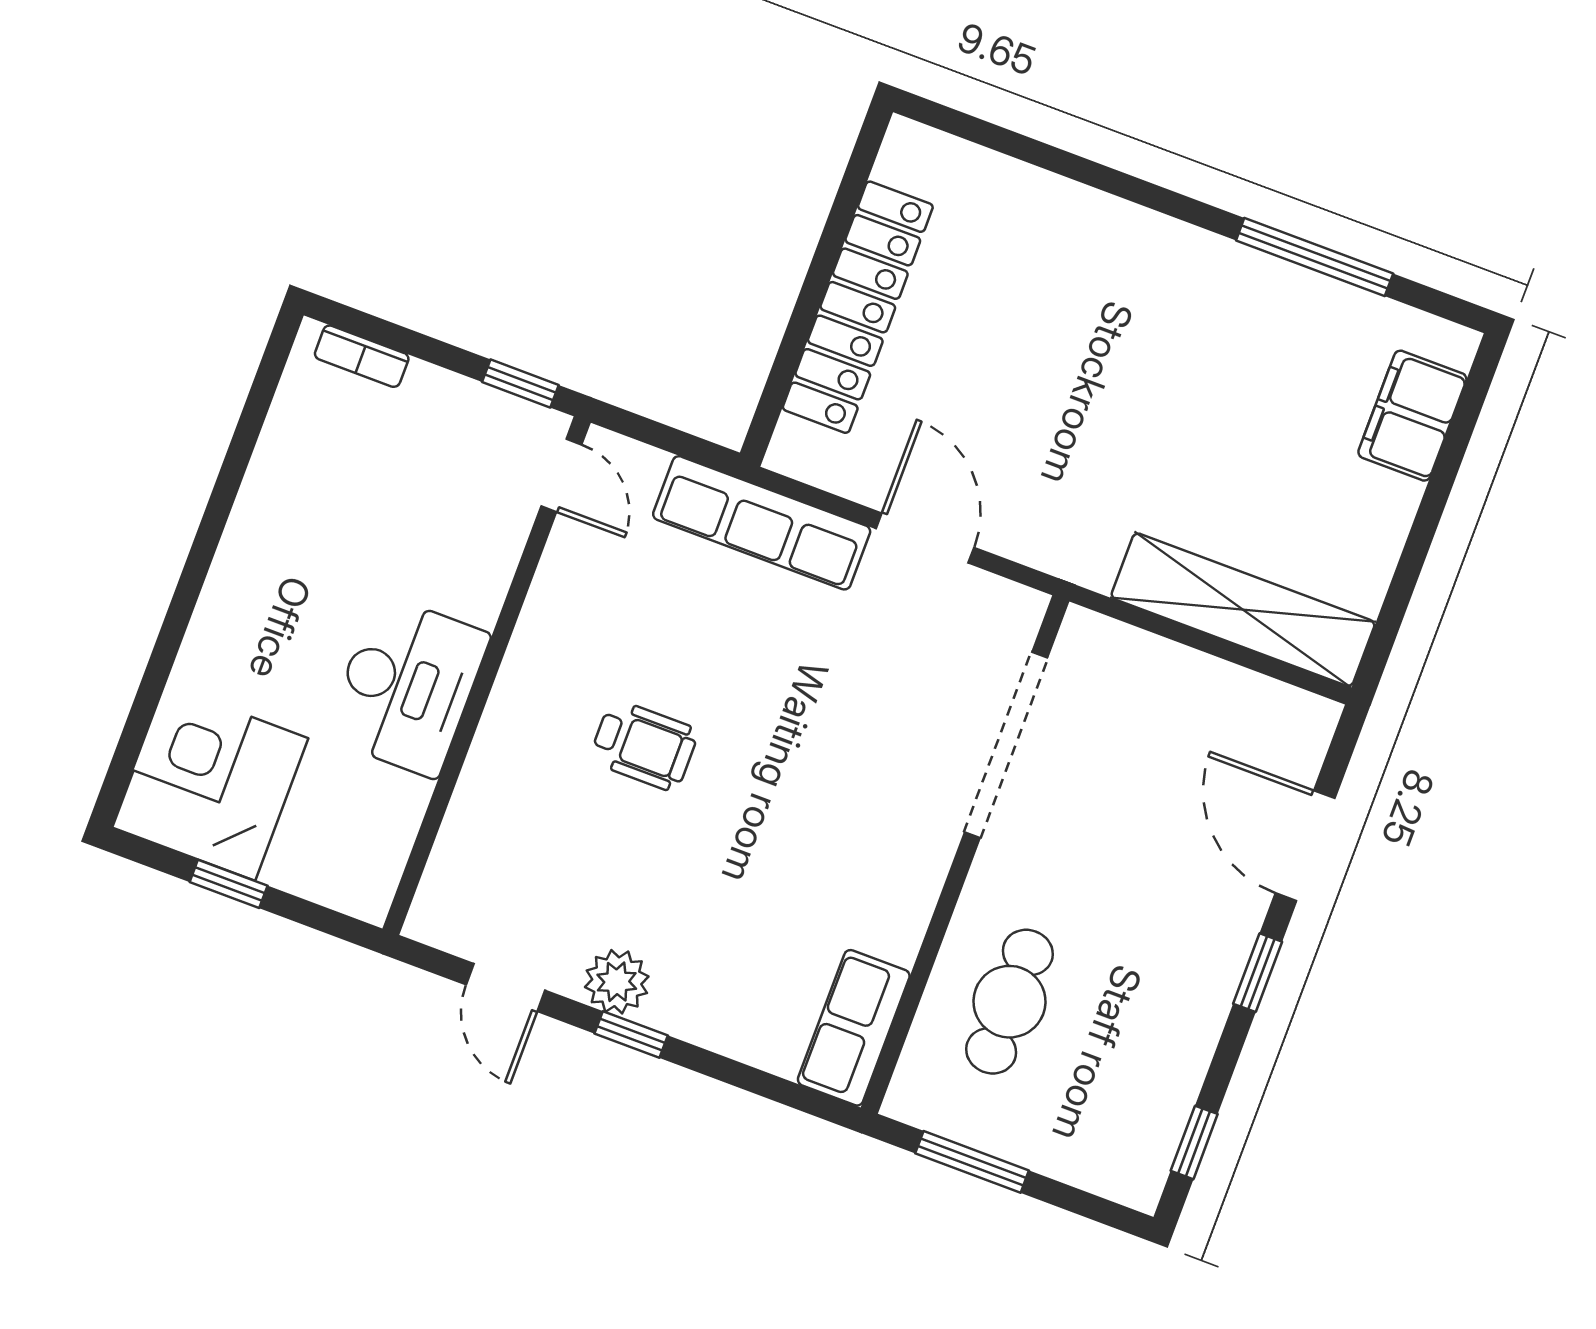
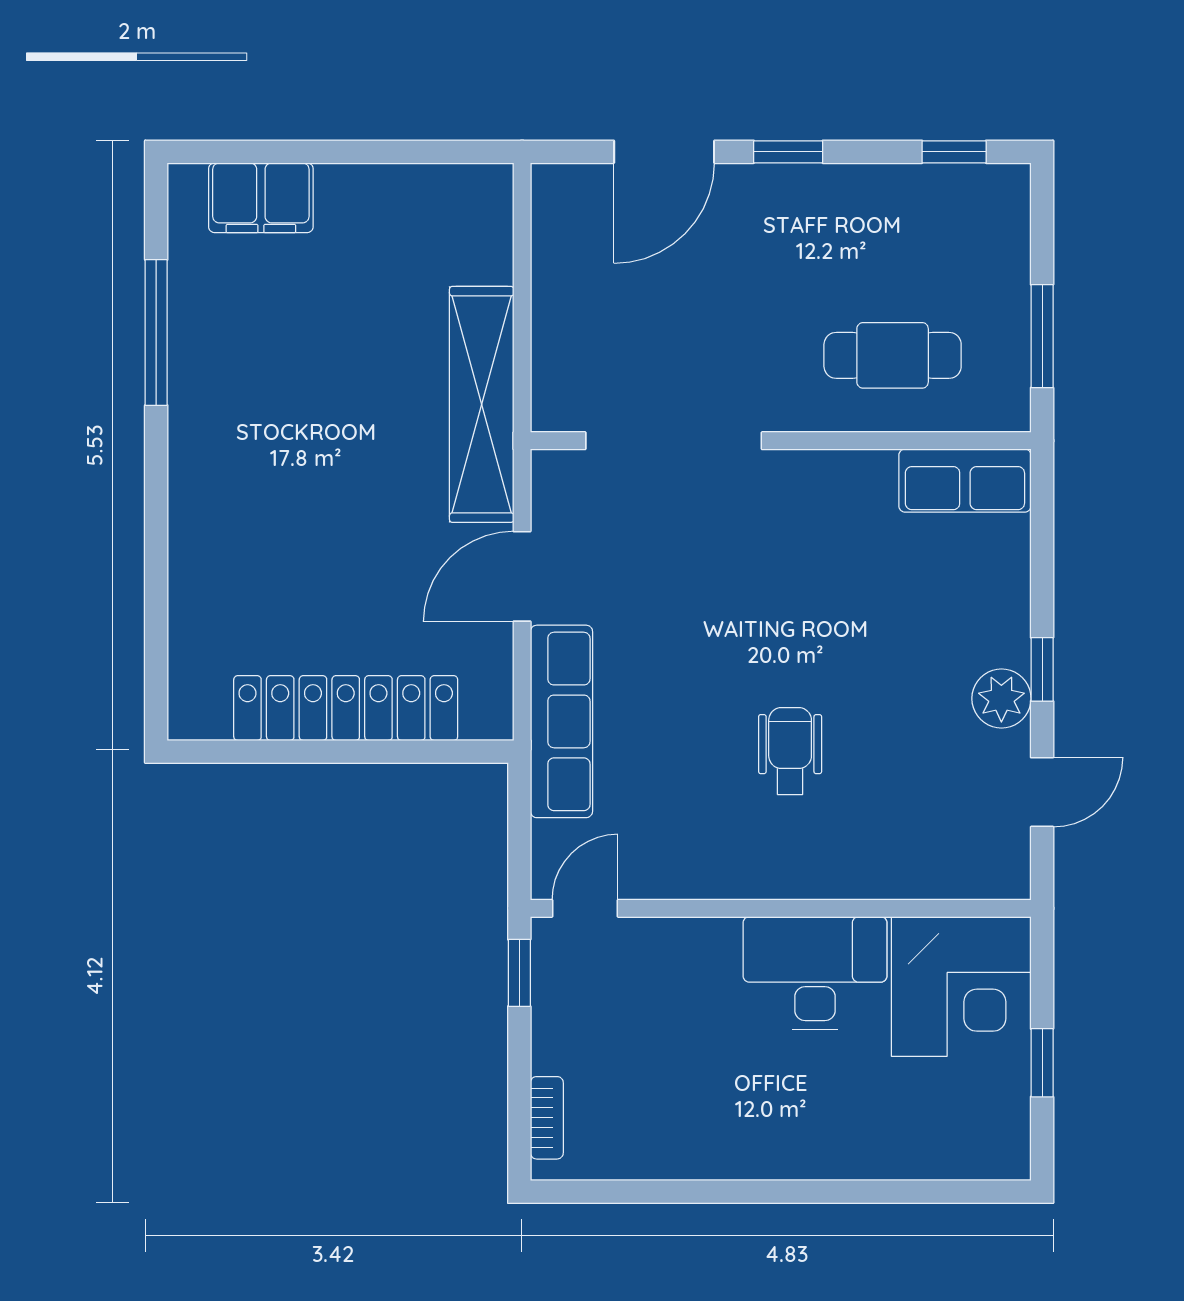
shelving: (1243, 610) -> (482, 404), moved
corner desk: (210, 783) -> (961, 986), moved, turned -90

